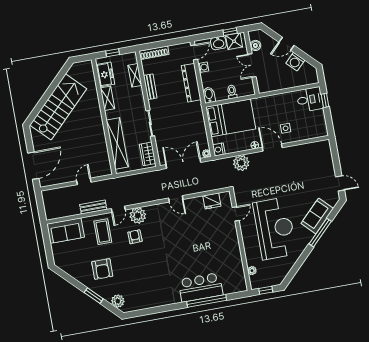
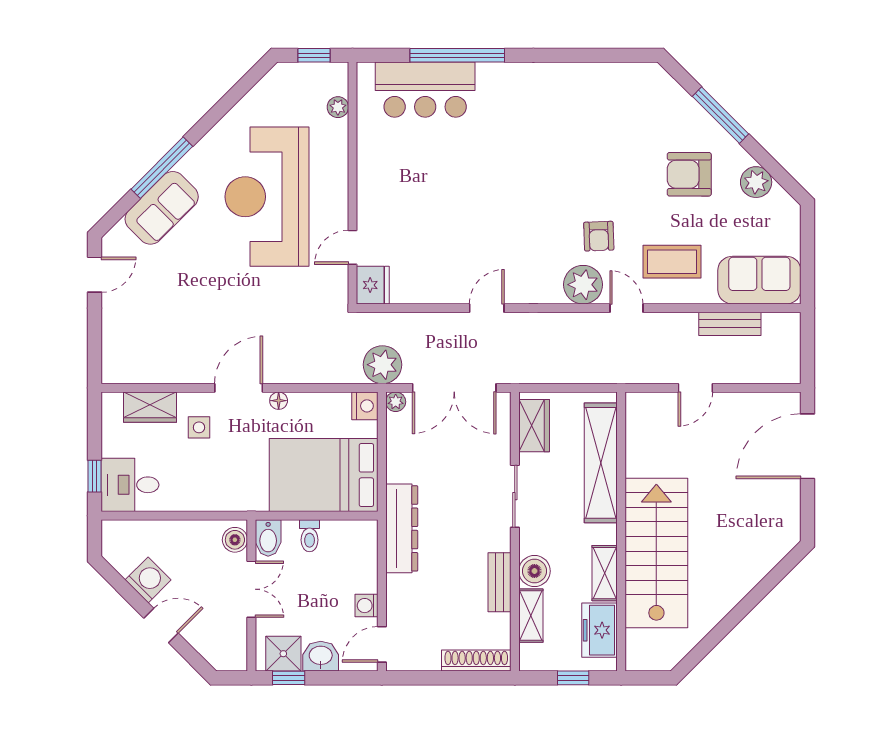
boiler: (255, 45) -> (235, 540), moved
dresser: (191, 83) -> (402, 528), moved
boiler: (137, 94) -> (534, 571), added
bidet: (209, 95) -> (268, 538), moved
stairs: (58, 107) -> (656, 553), moved, turned 135
wardrobe: (307, 133) -> (150, 407), added
door: (272, 148) -> (239, 388), swing flipped
plant: (241, 163) -> (382, 365), moved
door: (340, 183) -> (94, 275), swing flipped
door: (176, 199) -> (487, 308), hinge flipped
fridge: (212, 201) -> (373, 285), moved, turned 90
bench: (93, 207) -> (730, 324), moved
door: (118, 209) -> (626, 308), hinge flipped
coffee table: (103, 232) -> (672, 262), turned 90
armchair: (102, 269) -> (689, 174), turned -90
bar counter: (201, 287) -> (425, 90), moved
window: (94, 296) -> (721, 115), width x1.44
plant: (118, 301) -> (756, 182), moved

